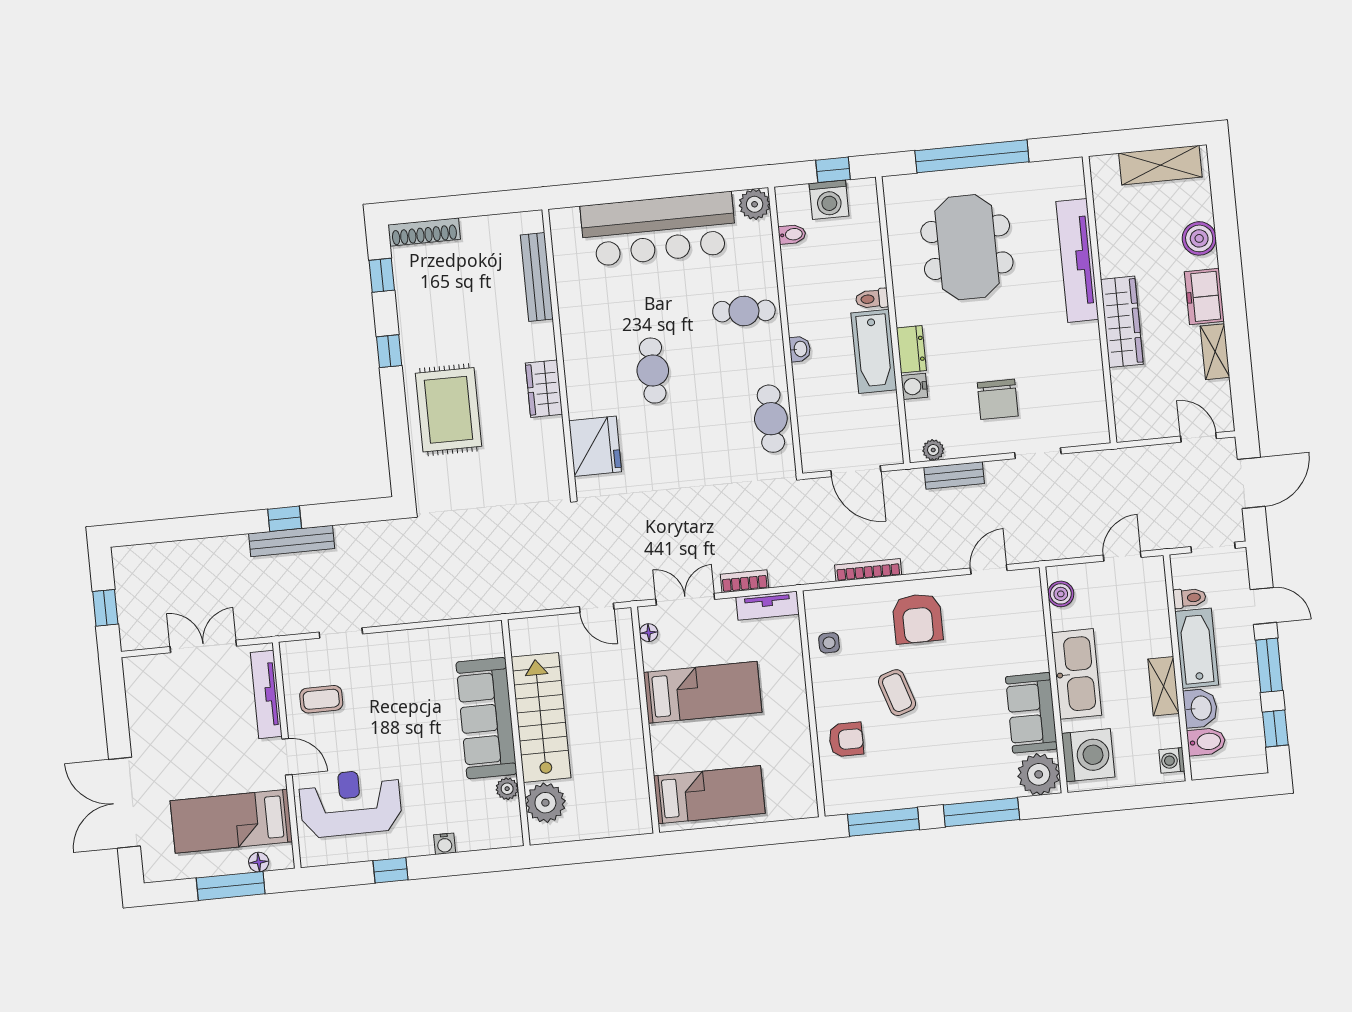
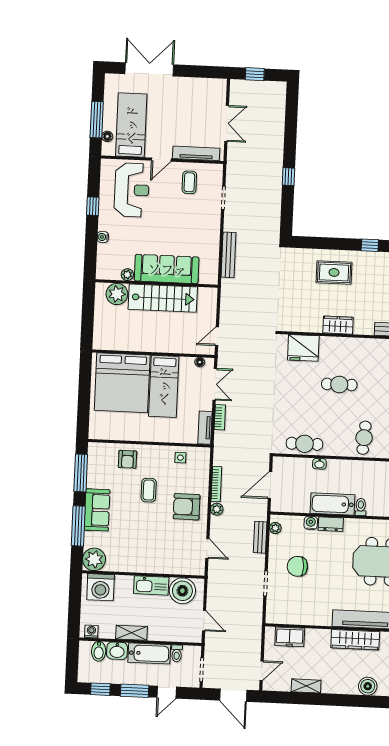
freezer: (1204, 296) -> (290, 637), moved, turned 180
wardrobe: (1122, 322) -> (355, 640), moved
washbasin: (800, 349) -> (319, 464), moved
rug: (449, 410) -> (334, 272), width x0.73, depth x0.70
bench: (292, 541) -> (229, 255), moved
plant: (914, 562) -> (217, 509), added
boiler: (1061, 594) -> (182, 591), width x1.86, depth x1.86
kitchen sink: (1077, 674) -> (151, 585), width x0.73, depth x0.81
coffee table: (897, 693) -> (149, 490), turned -72
sofa: (1031, 713) -> (97, 510), moved, turned 90
bed: (709, 795) -> (122, 383), width x2.04

